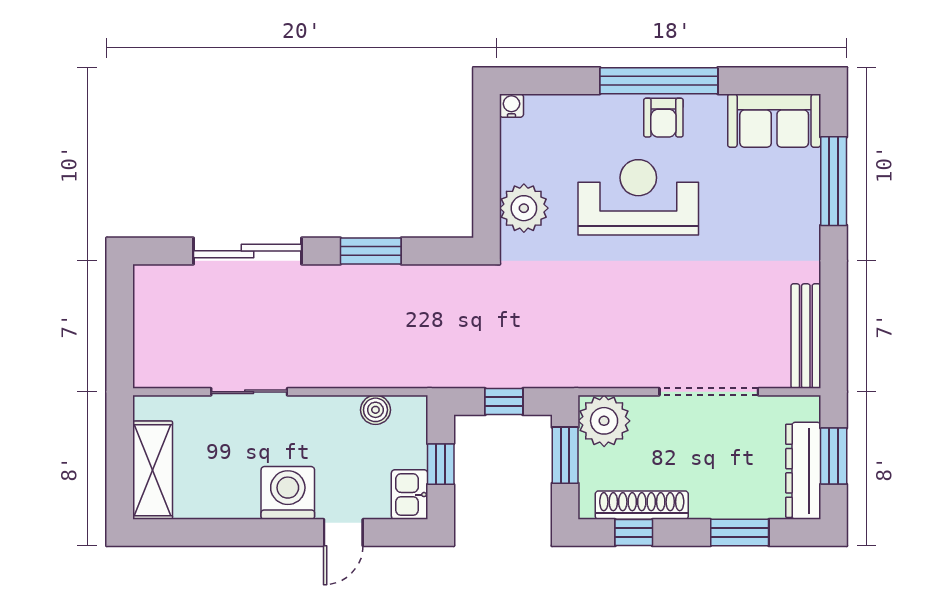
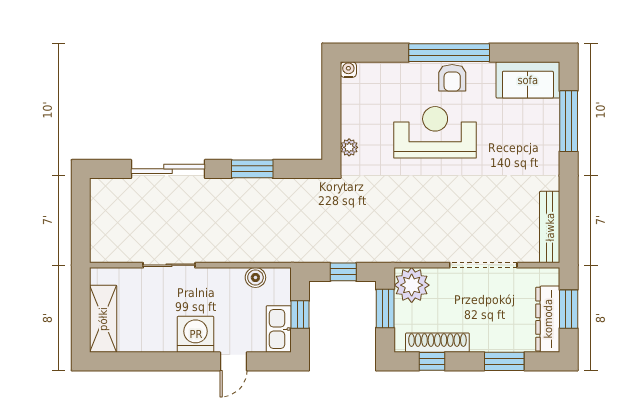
plant: (524, 208) -> (349, 147), width x0.53, depth x0.53
kitchen sink: (410, 495) -> (279, 329), width x1.38

